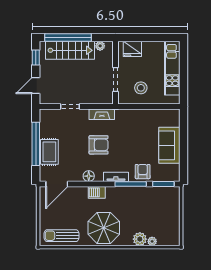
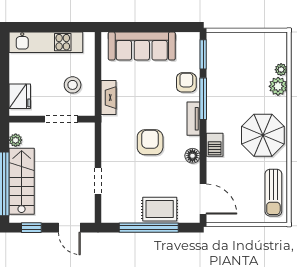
fireplace: (102, 114) -> (109, 98), moved
sofa: (169, 145) -> (142, 46), width x1.36
armchair: (143, 172) -> (186, 82), turned 90

